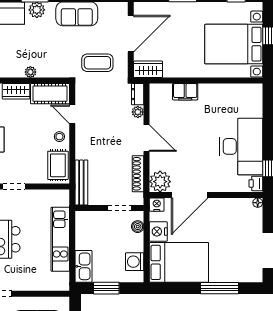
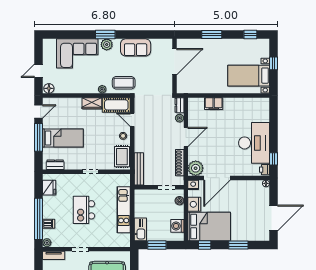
bed with nightstands: (234, 44) -> (249, 76), width x0.73
coffee table: (97, 63) -> (124, 83), moved
wardrobe: (148, 69) -> (187, 87), removed
door: (147, 138) -> (186, 137), hinge flipped
window: (173, 288) -> (205, 245), added
window: (220, 288) -> (238, 245), width x0.69

